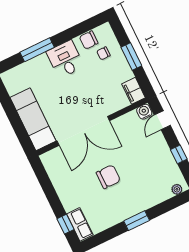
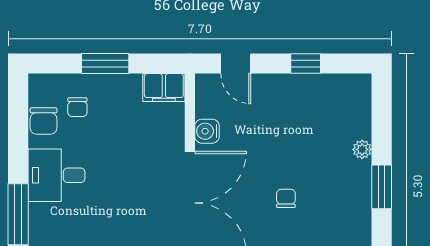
water cooler: (144, 112) -> (207, 131), moved
chair: (108, 177) -> (286, 198), width x0.54, depth x0.54
plant: (177, 189) -> (362, 149), moved

